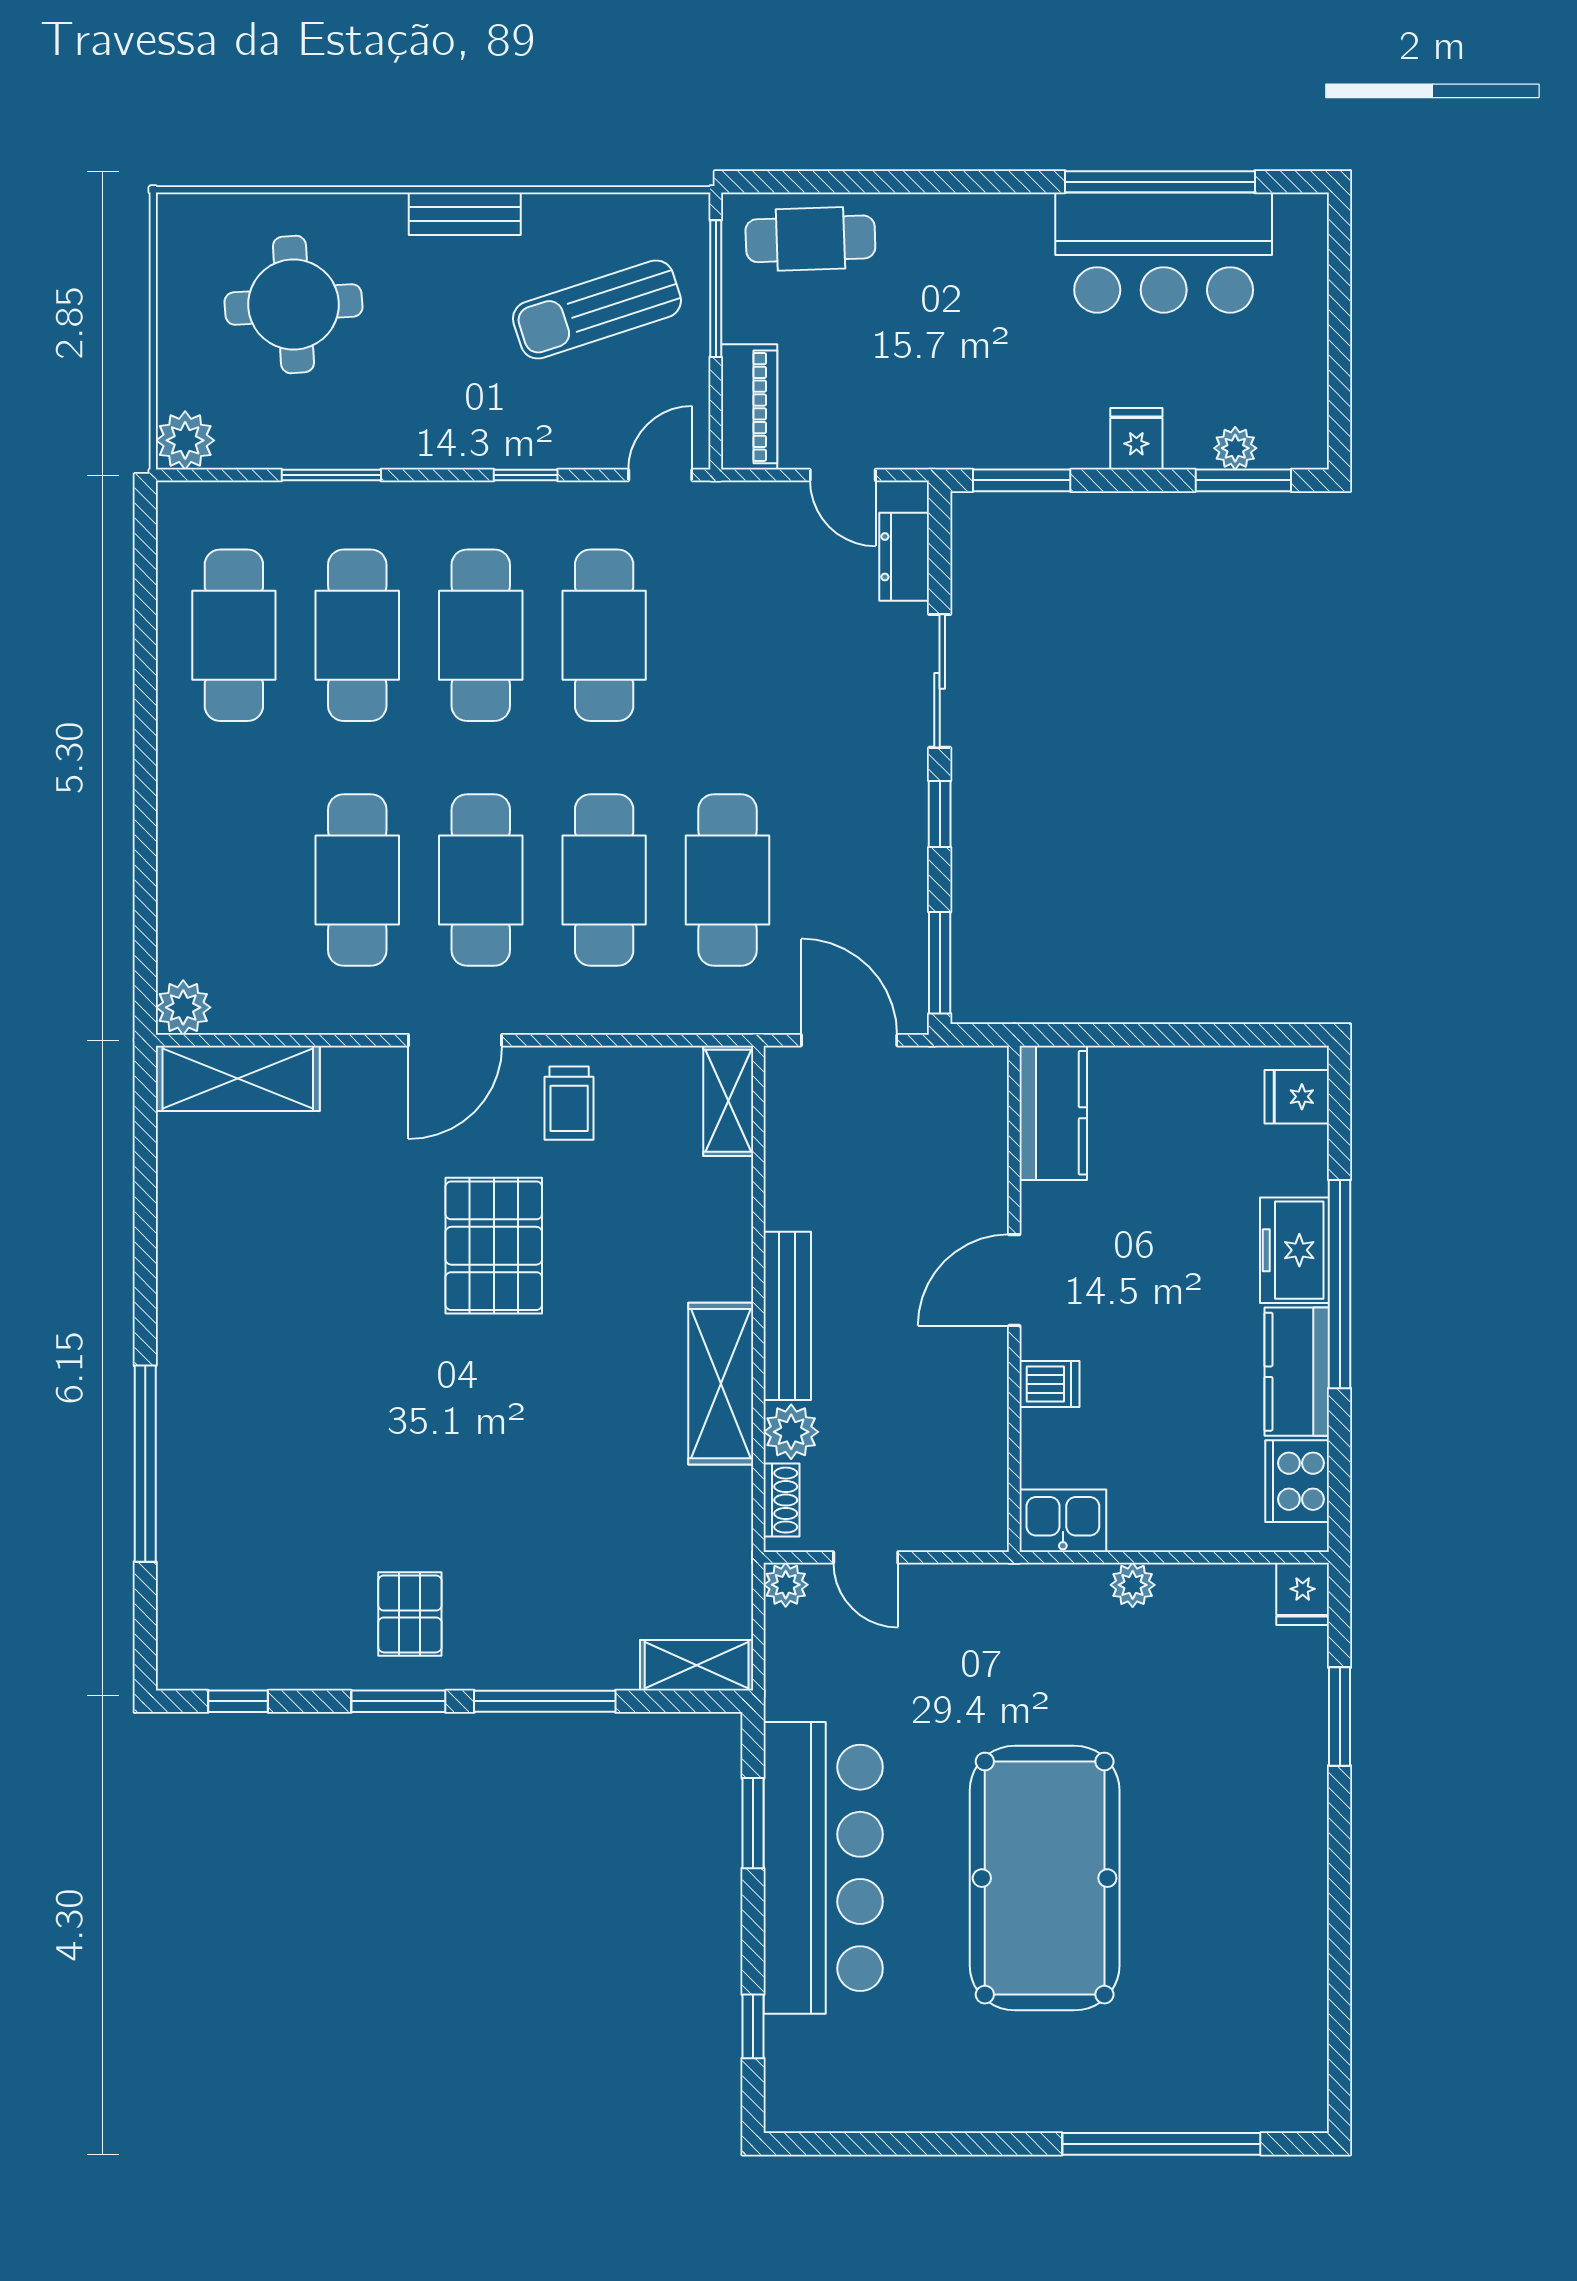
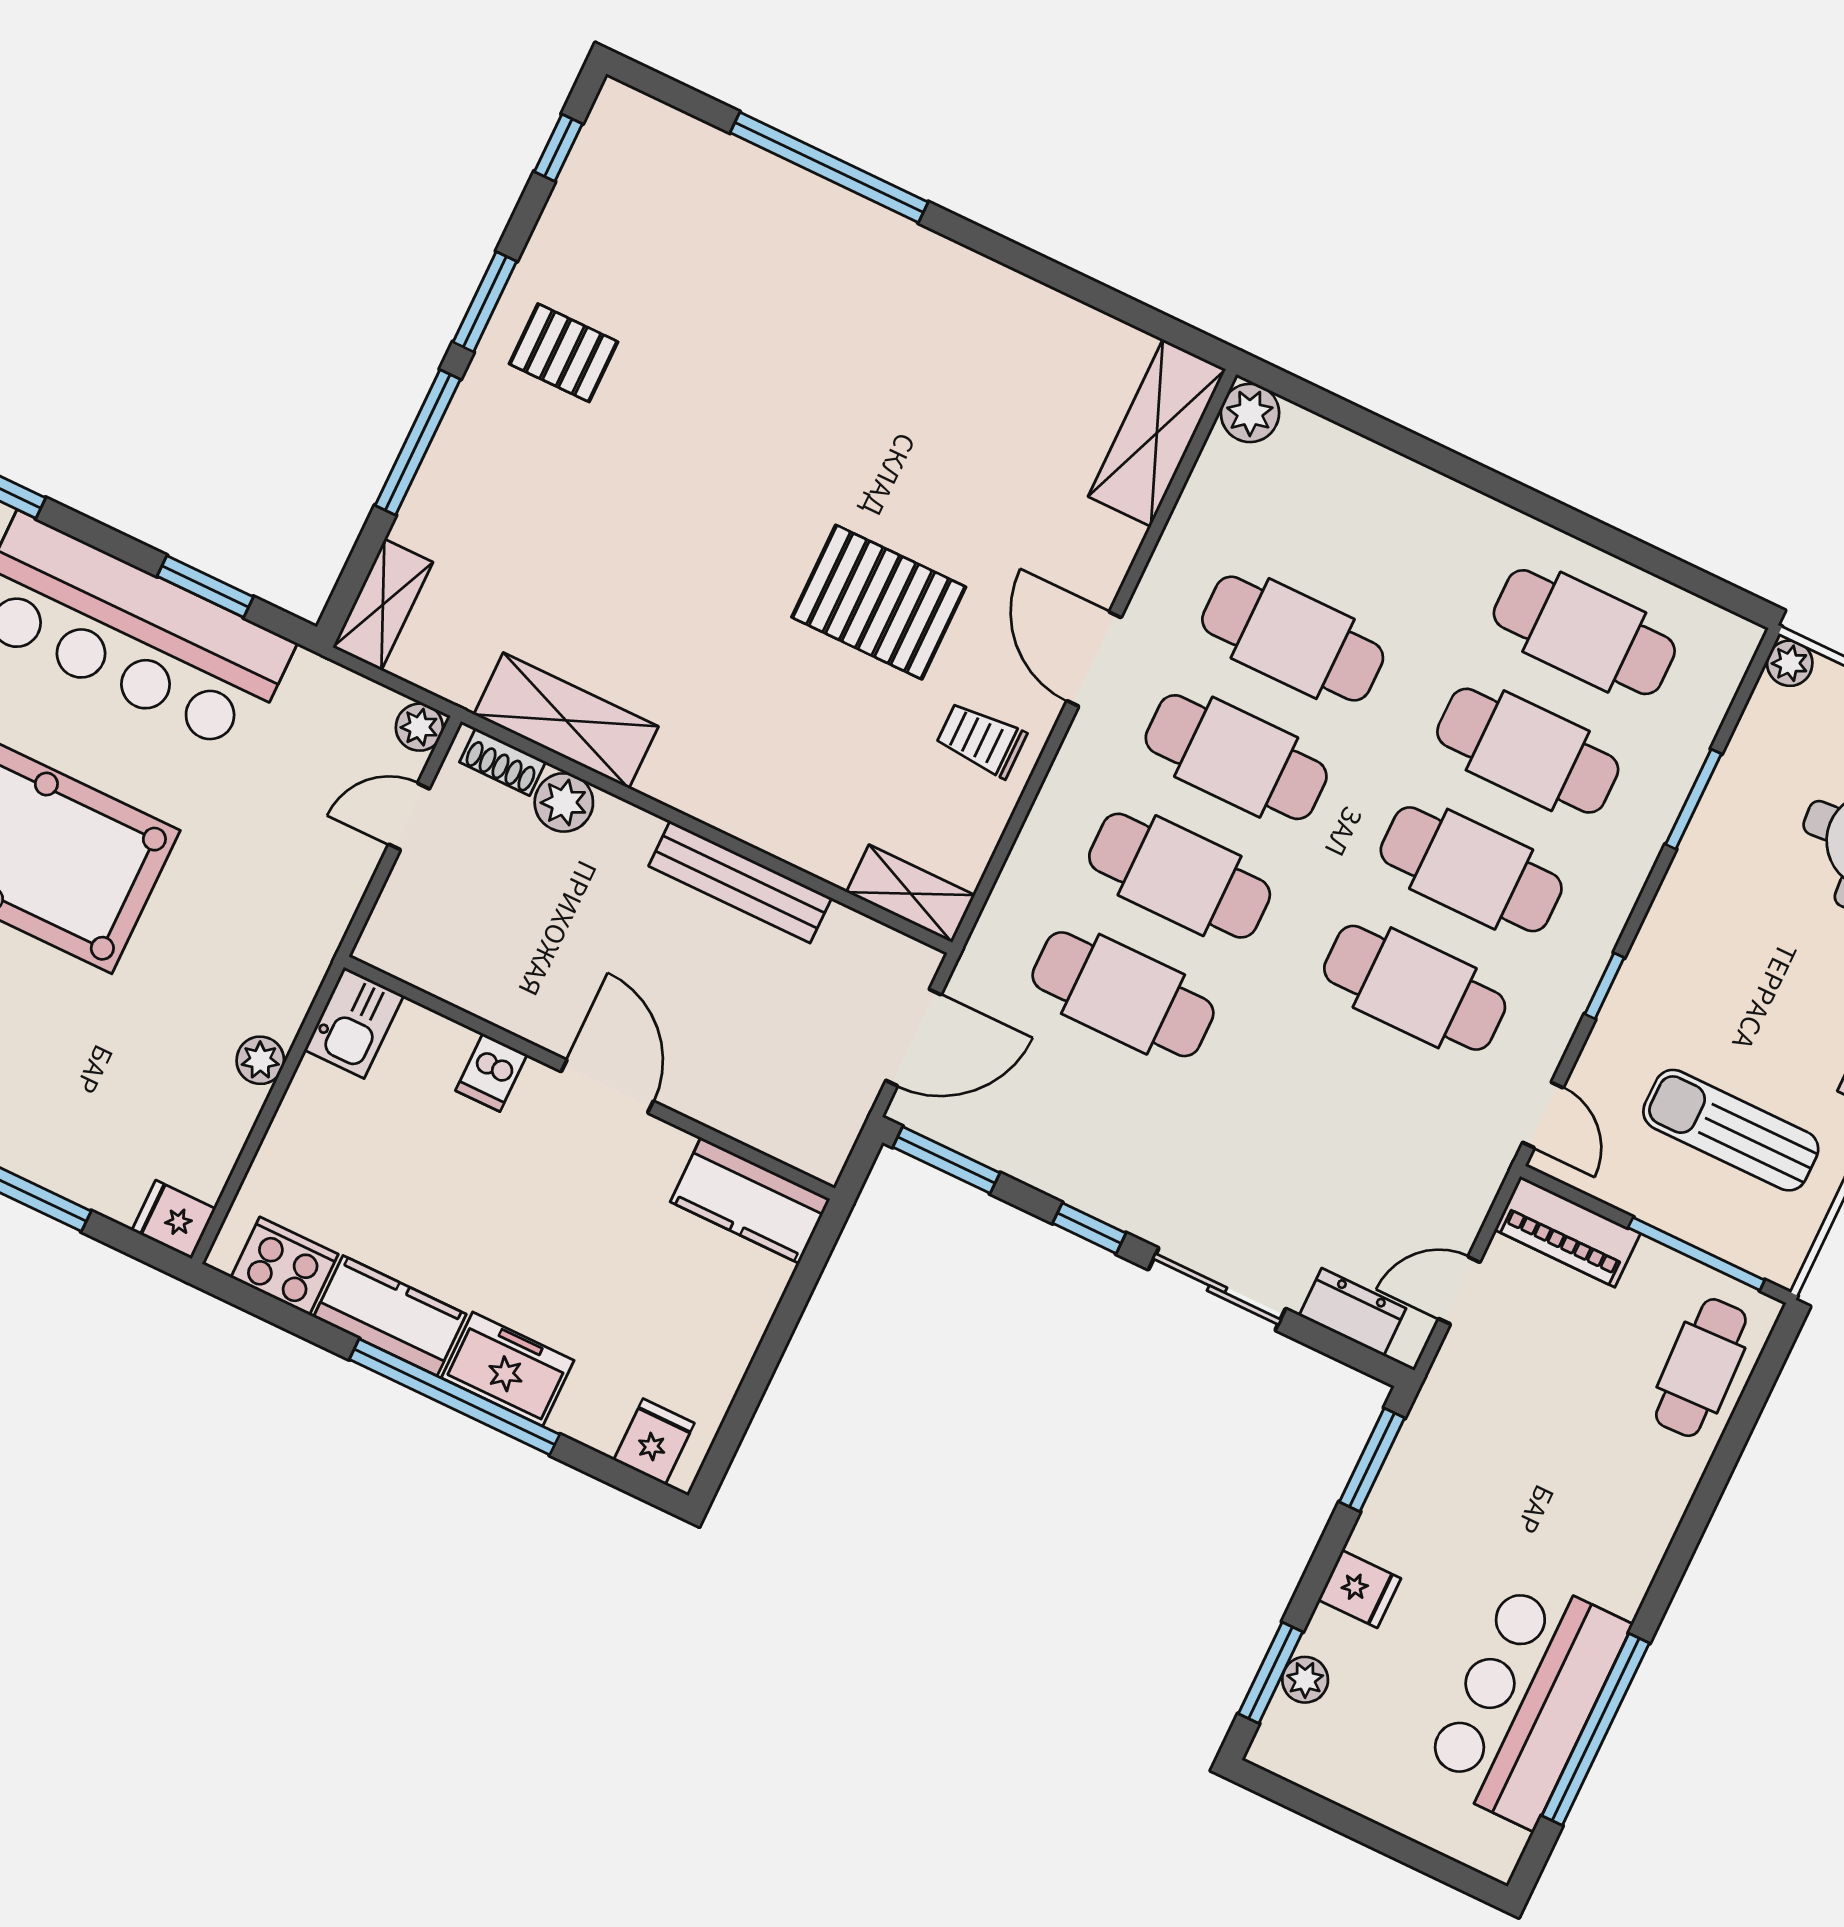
sun lounger: (597, 310) -> (1731, 1130), turned -72
plant: (185, 440) -> (1790, 663), width x0.73, depth x0.73
bench: (787, 1316) -> (740, 882), moved
shelving: (721, 1384) -> (566, 720), moved

